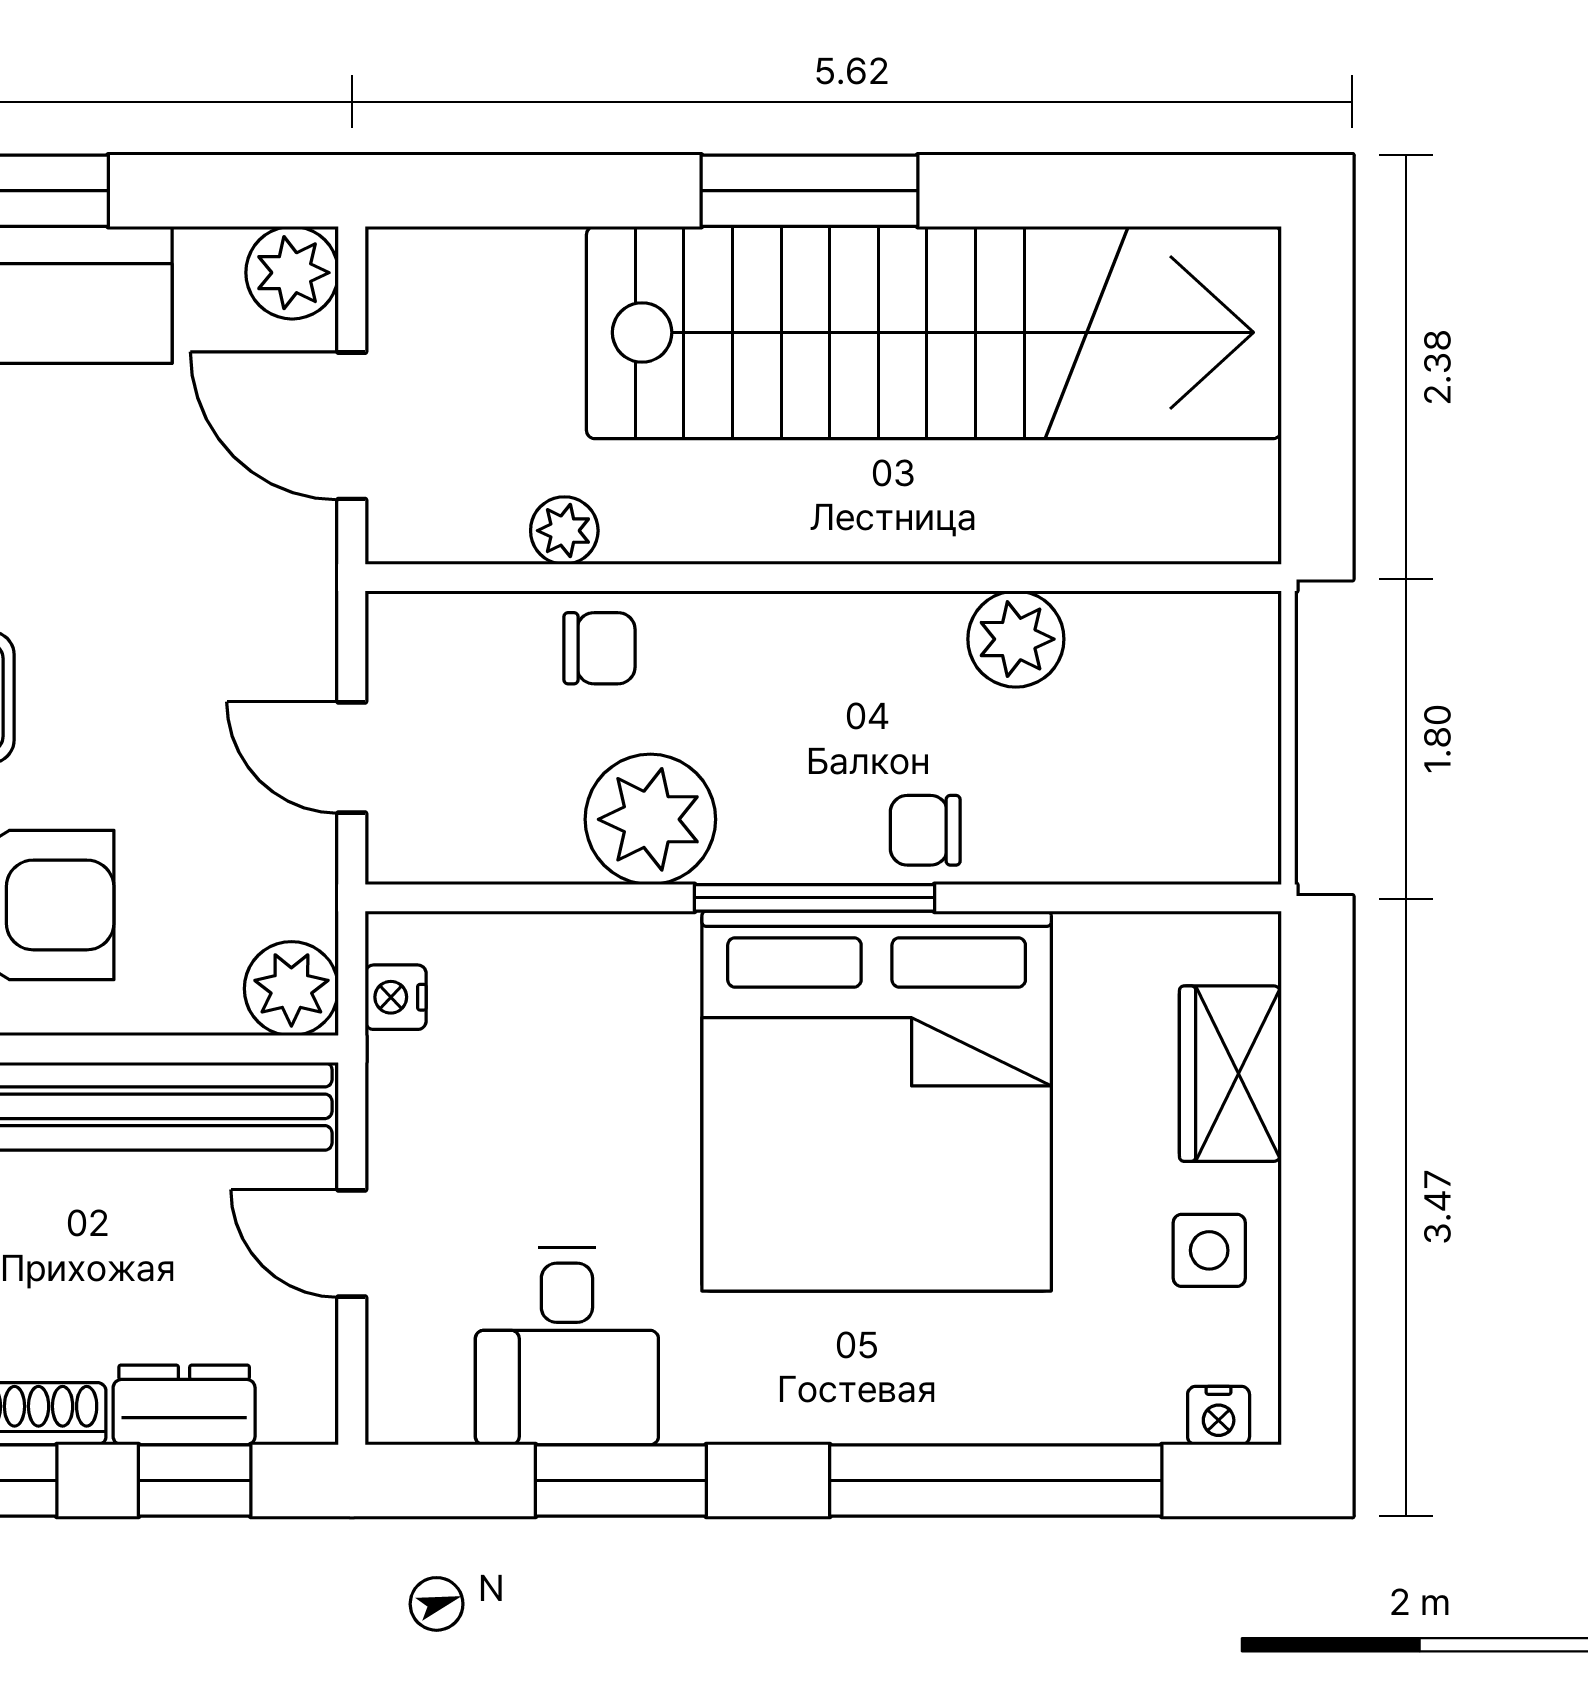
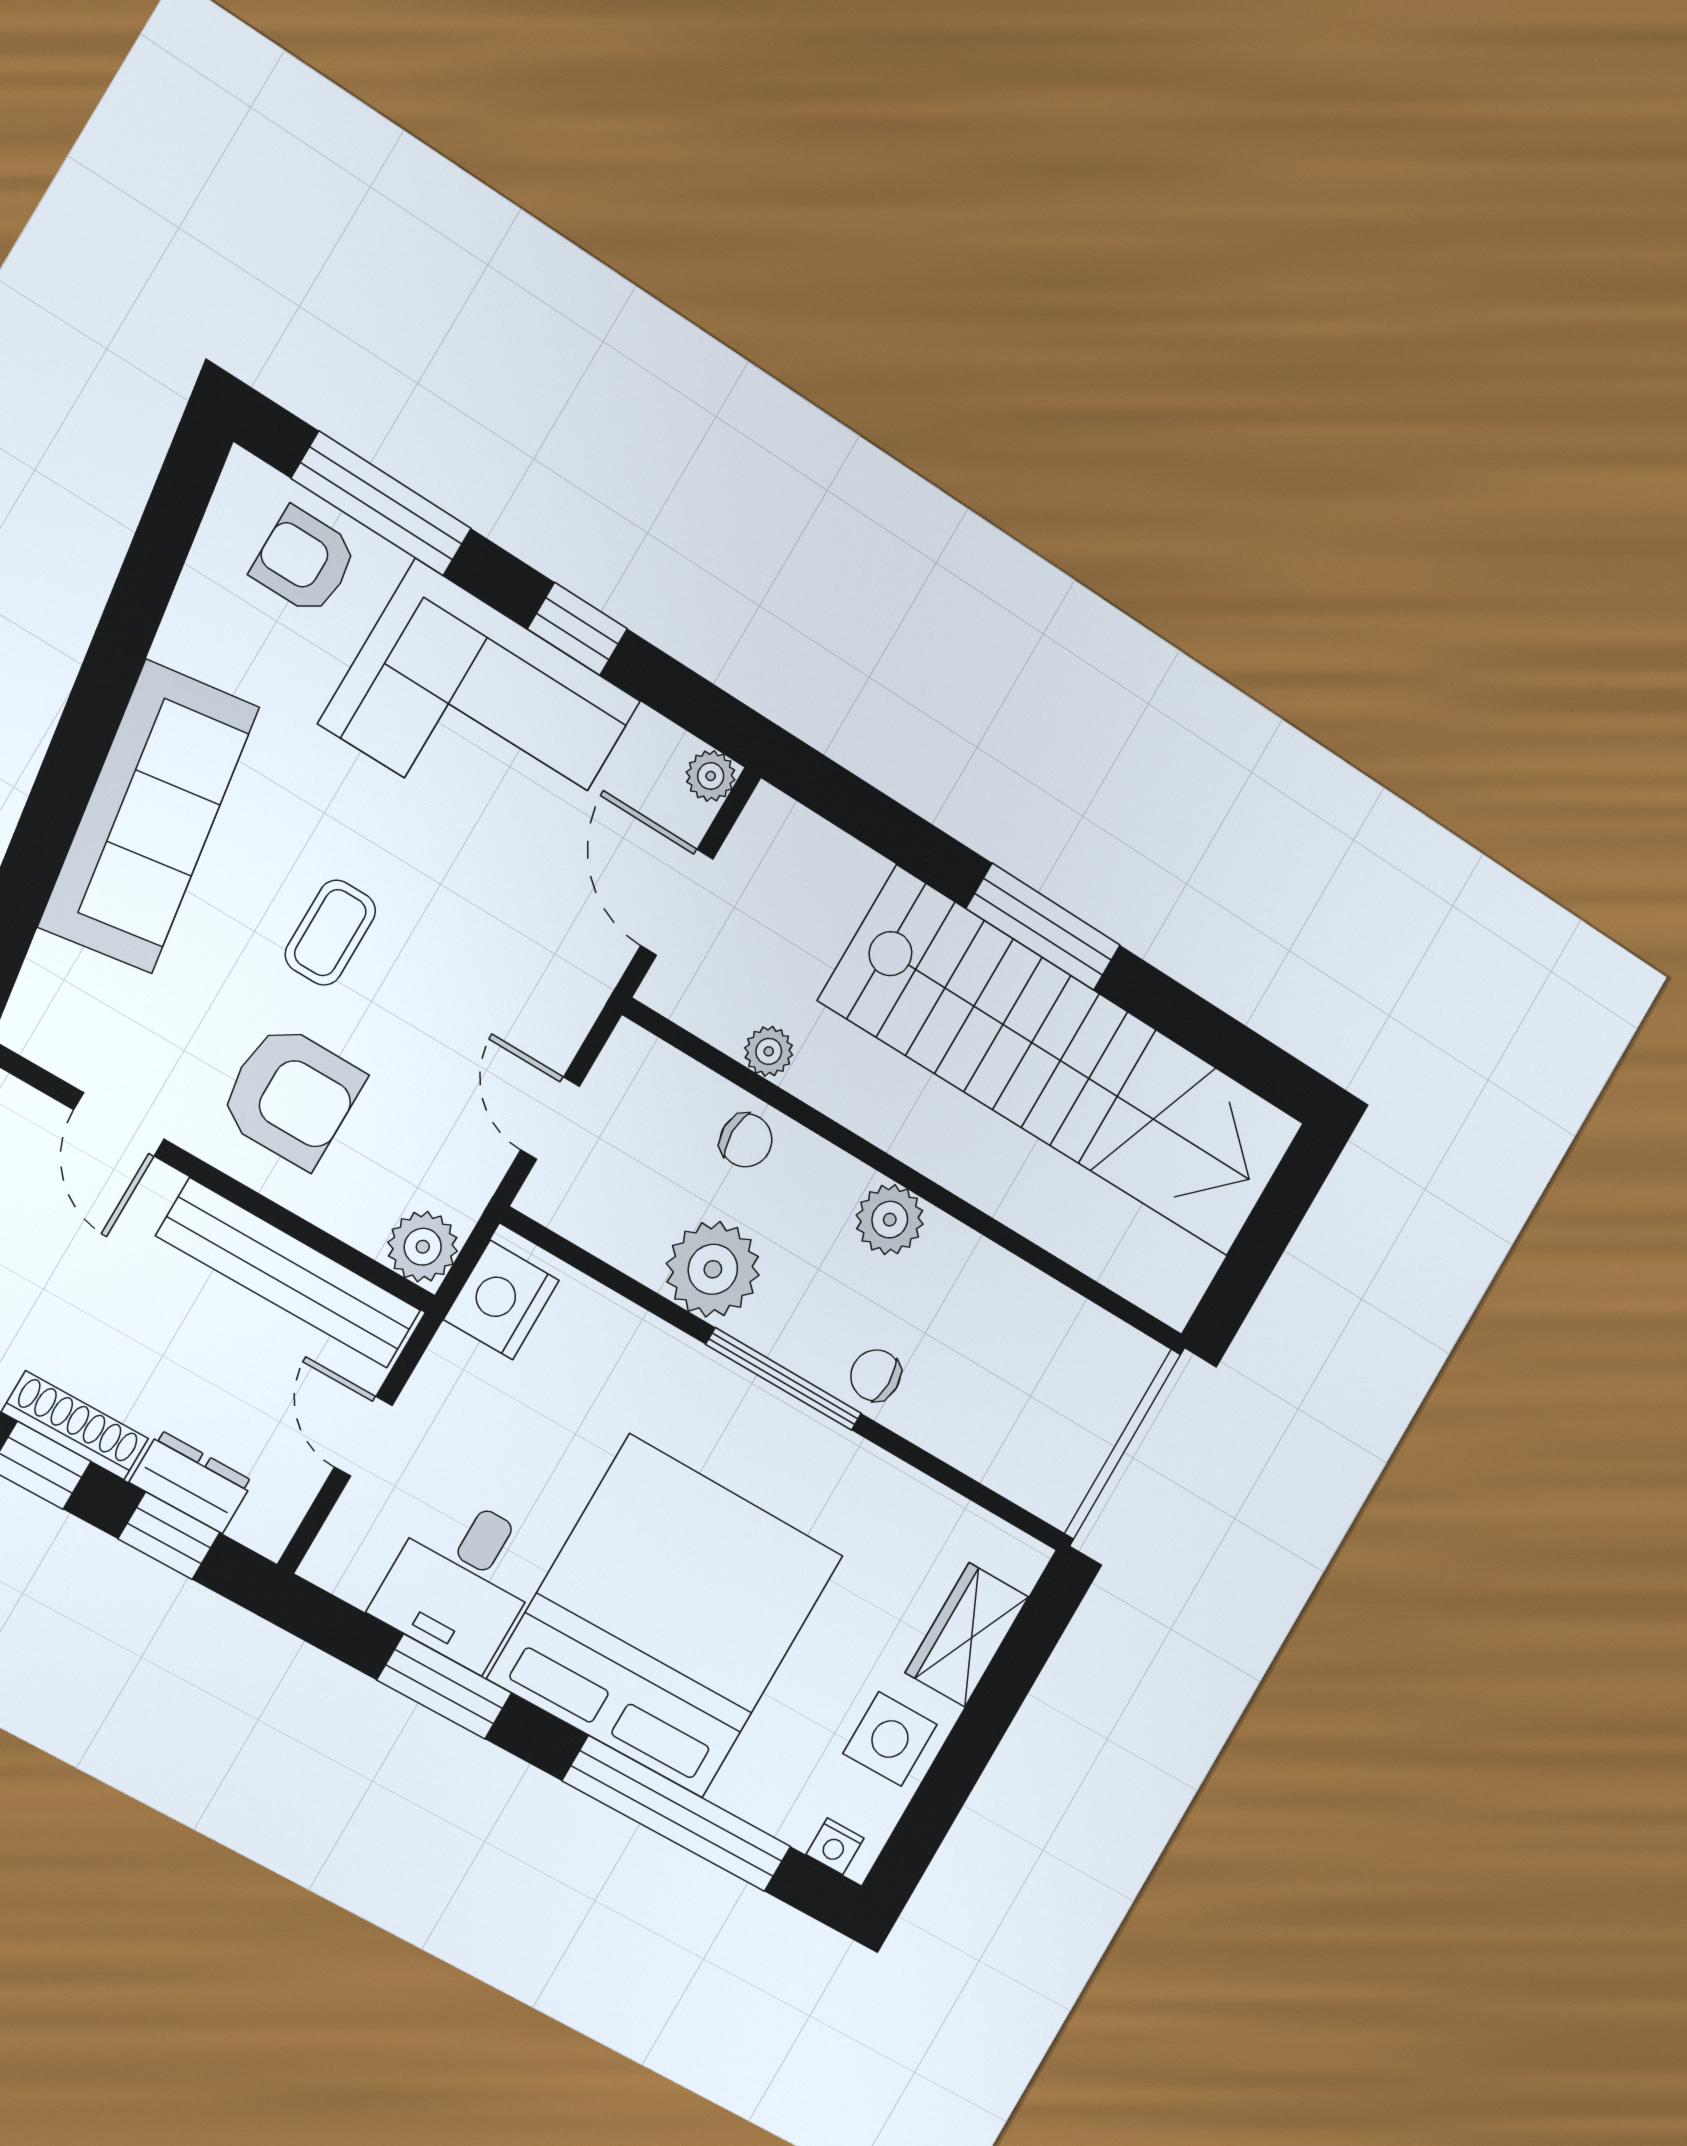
plant: (292, 273) -> (711, 776), width x0.73, depth x0.73
plant: (1016, 639) -> (890, 1220), moved
nightstand: (396, 997) -> (501, 1300), width x1.89, depth x1.79
bed: (877, 1101) -> (666, 1617), moved, turned 180
side table: (1209, 1250) -> (890, 1739), width x1.37, depth x1.37

